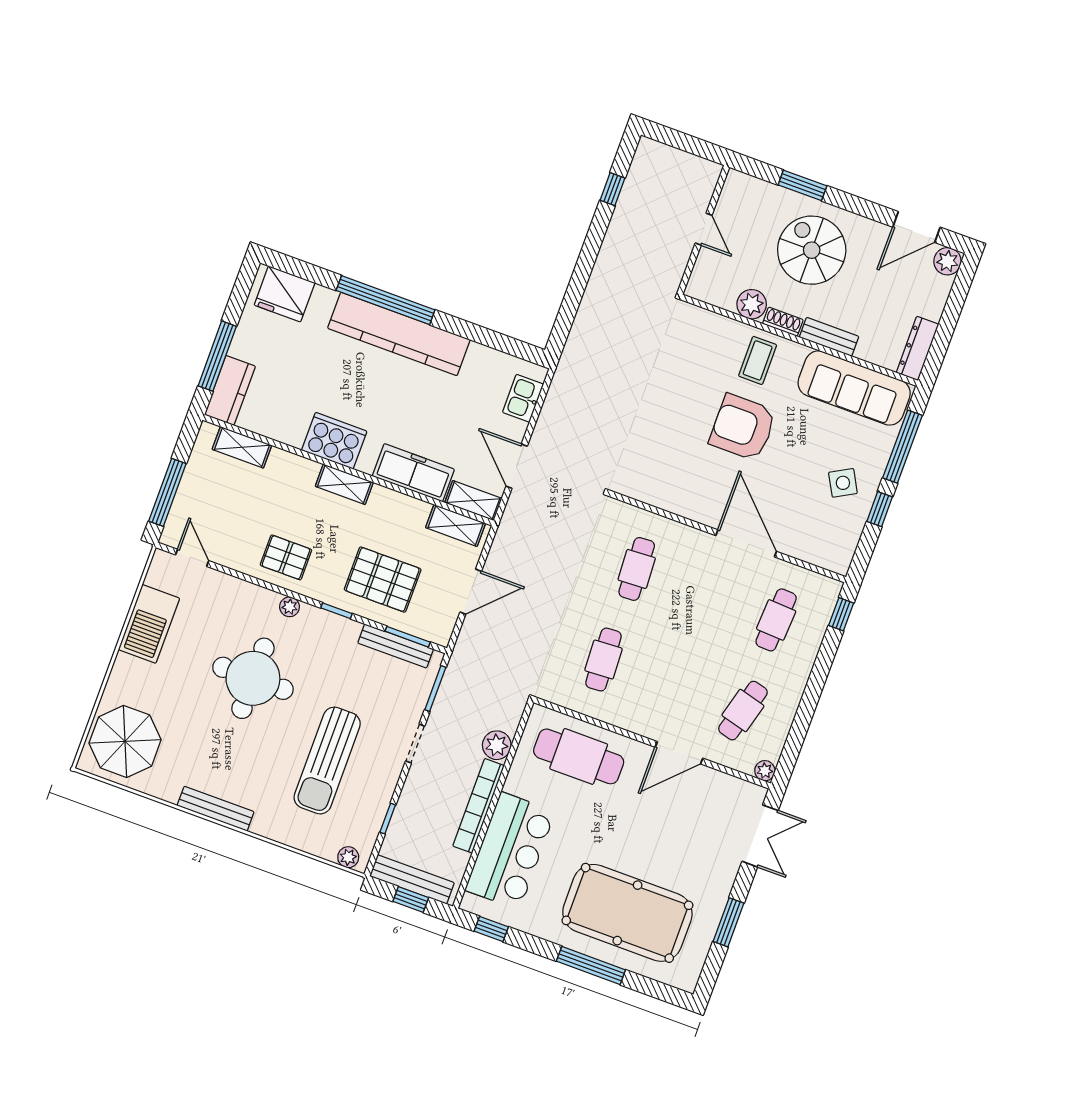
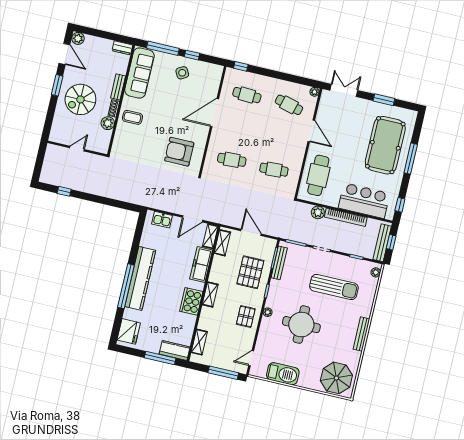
window: (802, 185) -> (57, 85), moved
dresser: (917, 348) -> (122, 48), width x0.70
armchair: (743, 427) -> (179, 152), moved, turned 90

